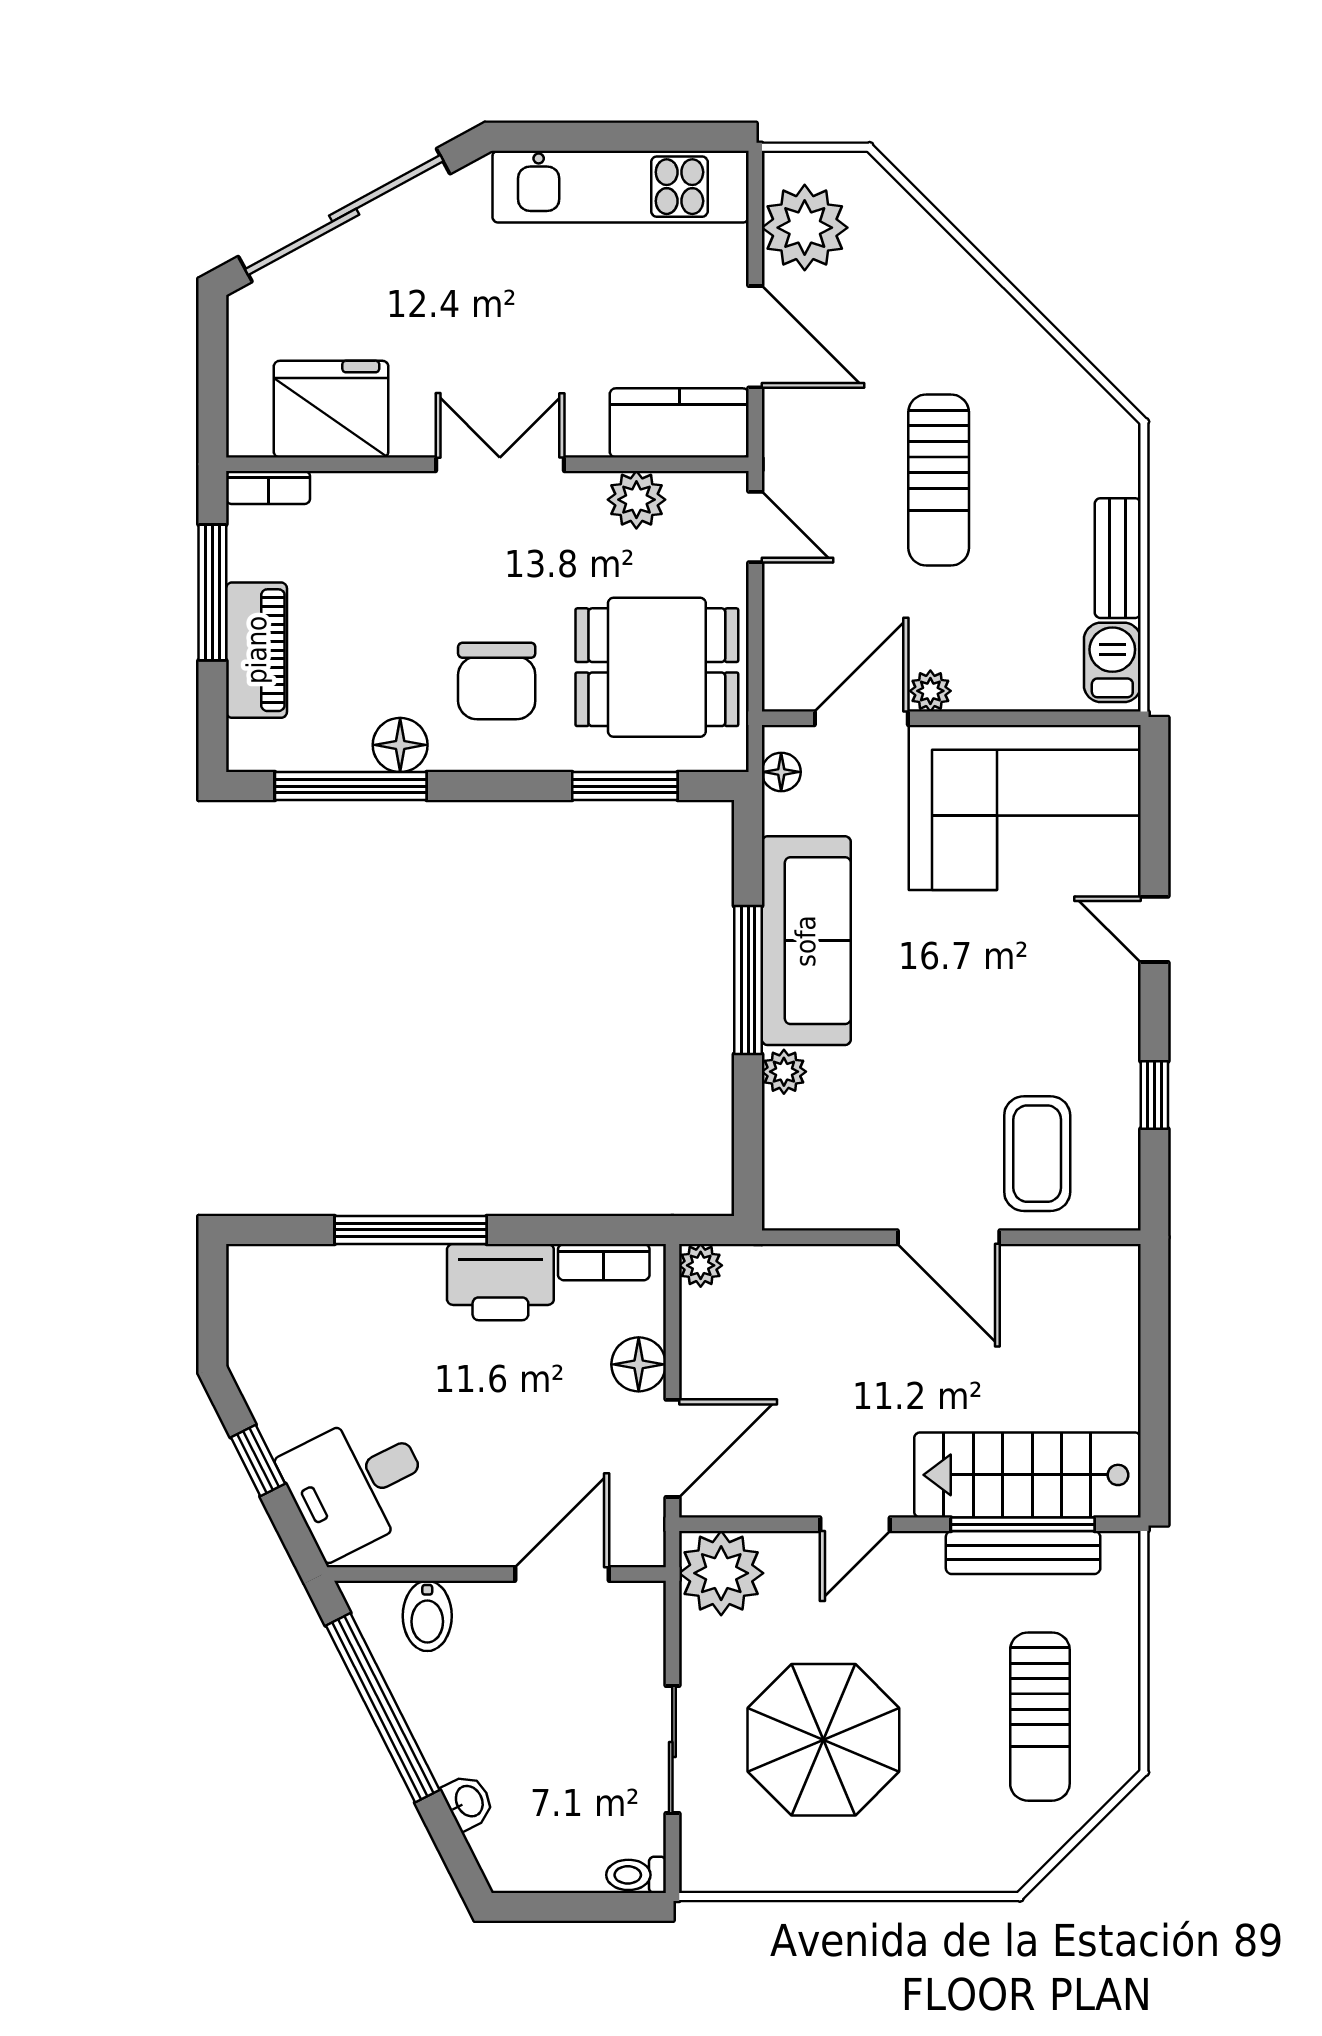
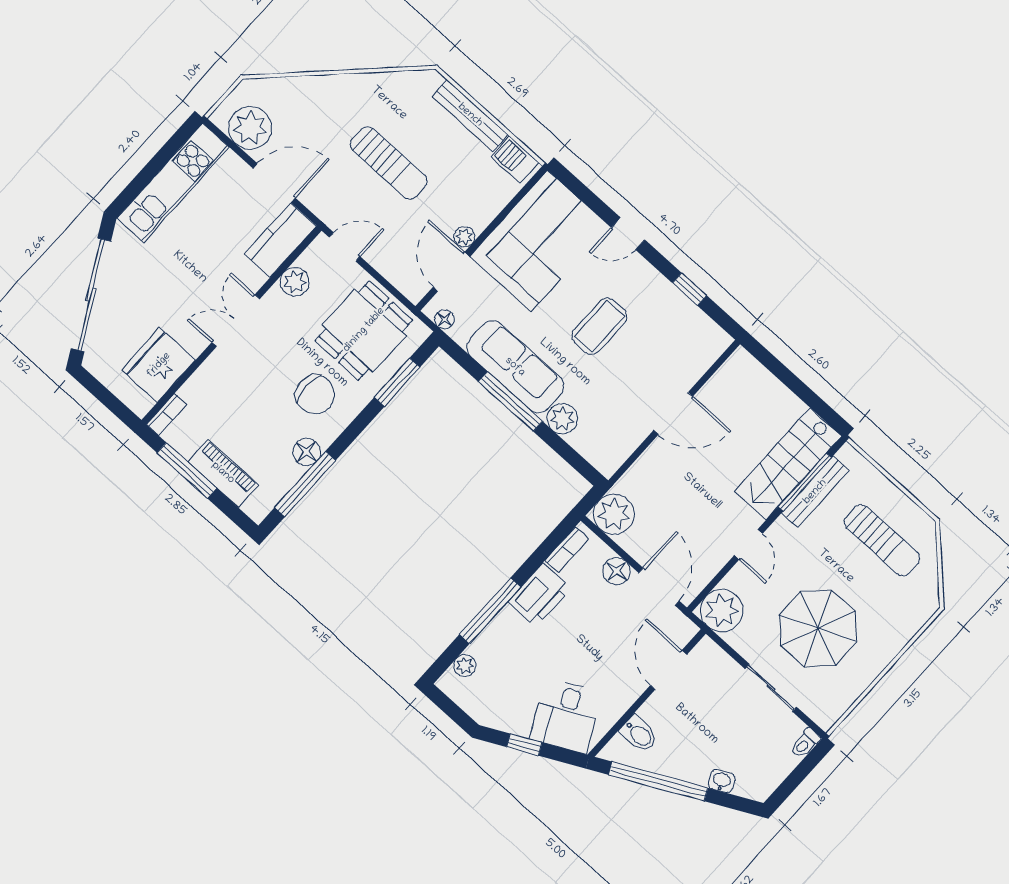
bench: (1118, 558) -> (470, 115), width x1.36
plant: (784, 1072) -> (562, 419), width x1.38, depth x1.38
coffee table: (1037, 1154) -> (599, 326), moved, turned 90
plant: (701, 1265) -> (614, 514), width x1.87, depth x1.87
plant: (296, 1266) -> (465, 665), added

